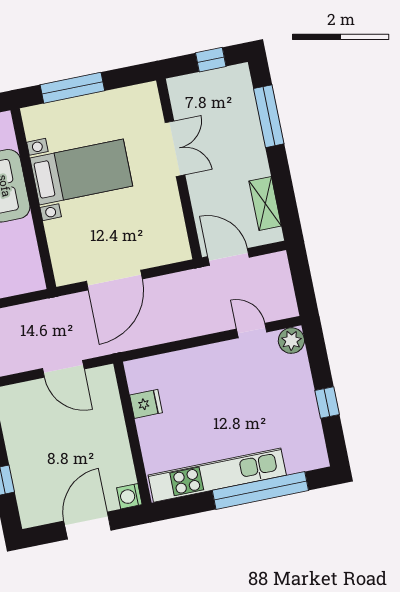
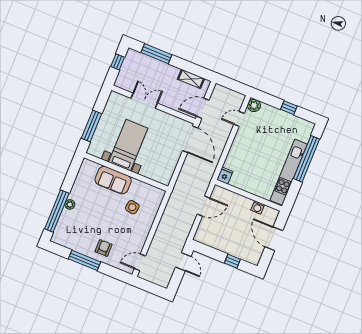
door: (114, 280) -> (190, 139), moved
fridge: (146, 404) -> (225, 176), moved
washing machine: (129, 496) -> (258, 207), moved

